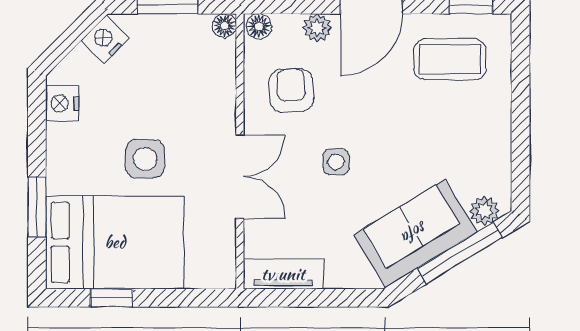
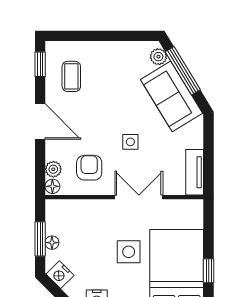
floor lamp: (224, 26) -> (52, 243), moved
plant: (317, 28) -> (53, 169), moved
coffee table: (450, 59) -> (71, 76), width x0.73, depth x0.77
armchair: (291, 90) -> (89, 168), turned 93

